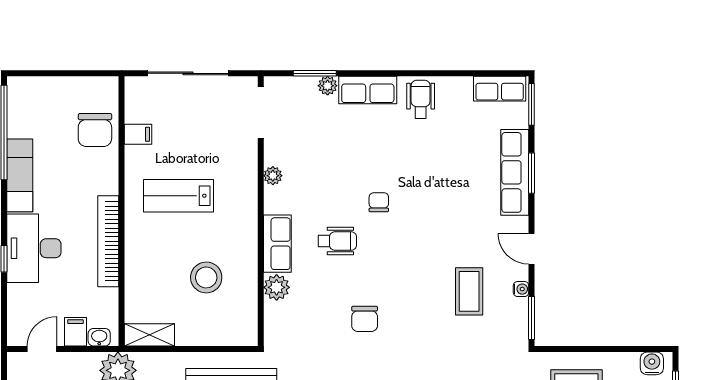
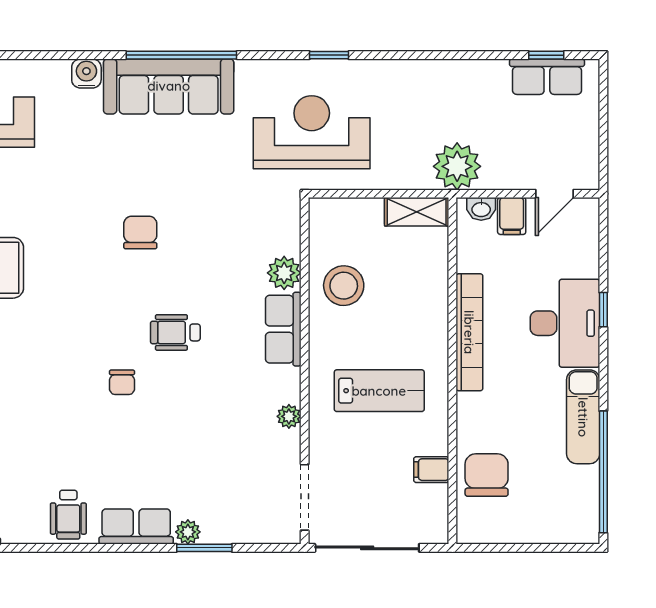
doorway: (261, 113) -> (305, 497), moved
plant: (273, 176) -> (289, 416), moved
wall: (261, 211) -> (305, 371), moved
row of seats: (277, 244) -> (283, 329), moved
plant: (277, 287) -> (284, 273), moved

